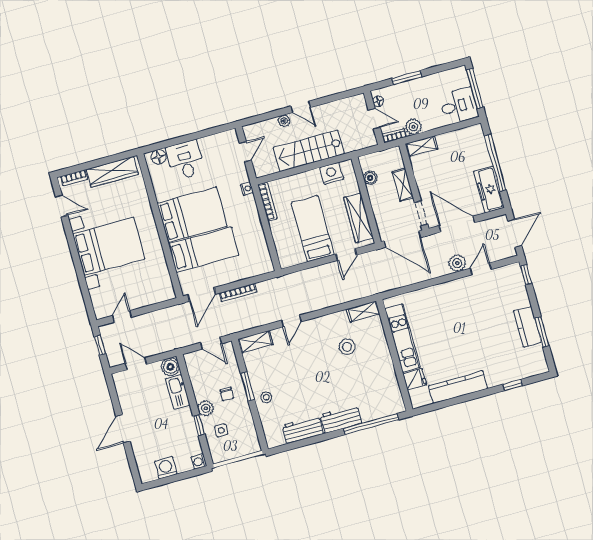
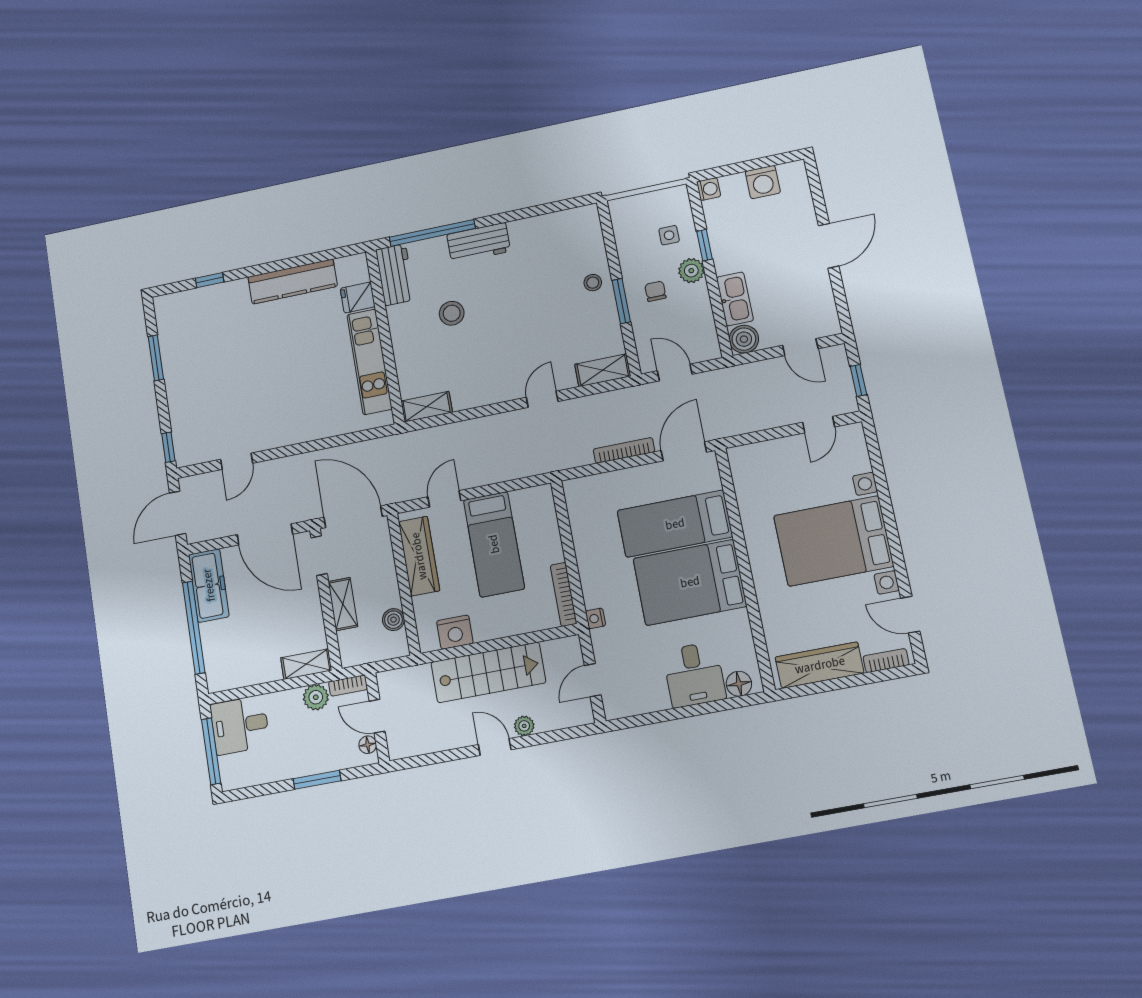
plant: (457, 263) -> (272, 473), removed
kitchen counter: (527, 327) -> (177, 367), removed
stool: (347, 347) -> (452, 313), moved
workbench: (303, 429) -> (395, 275), moved, turned -90

